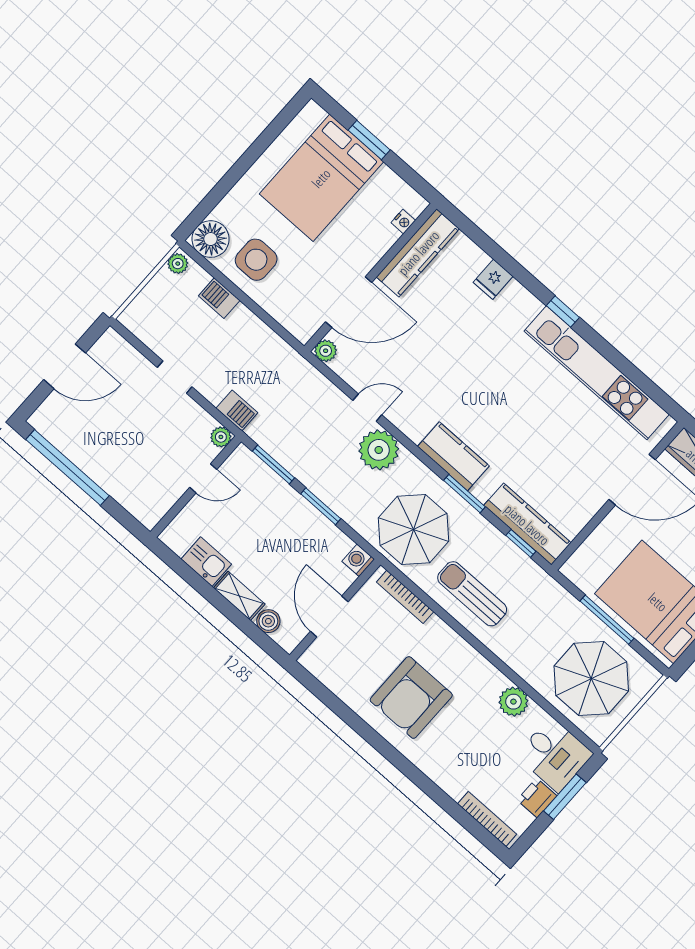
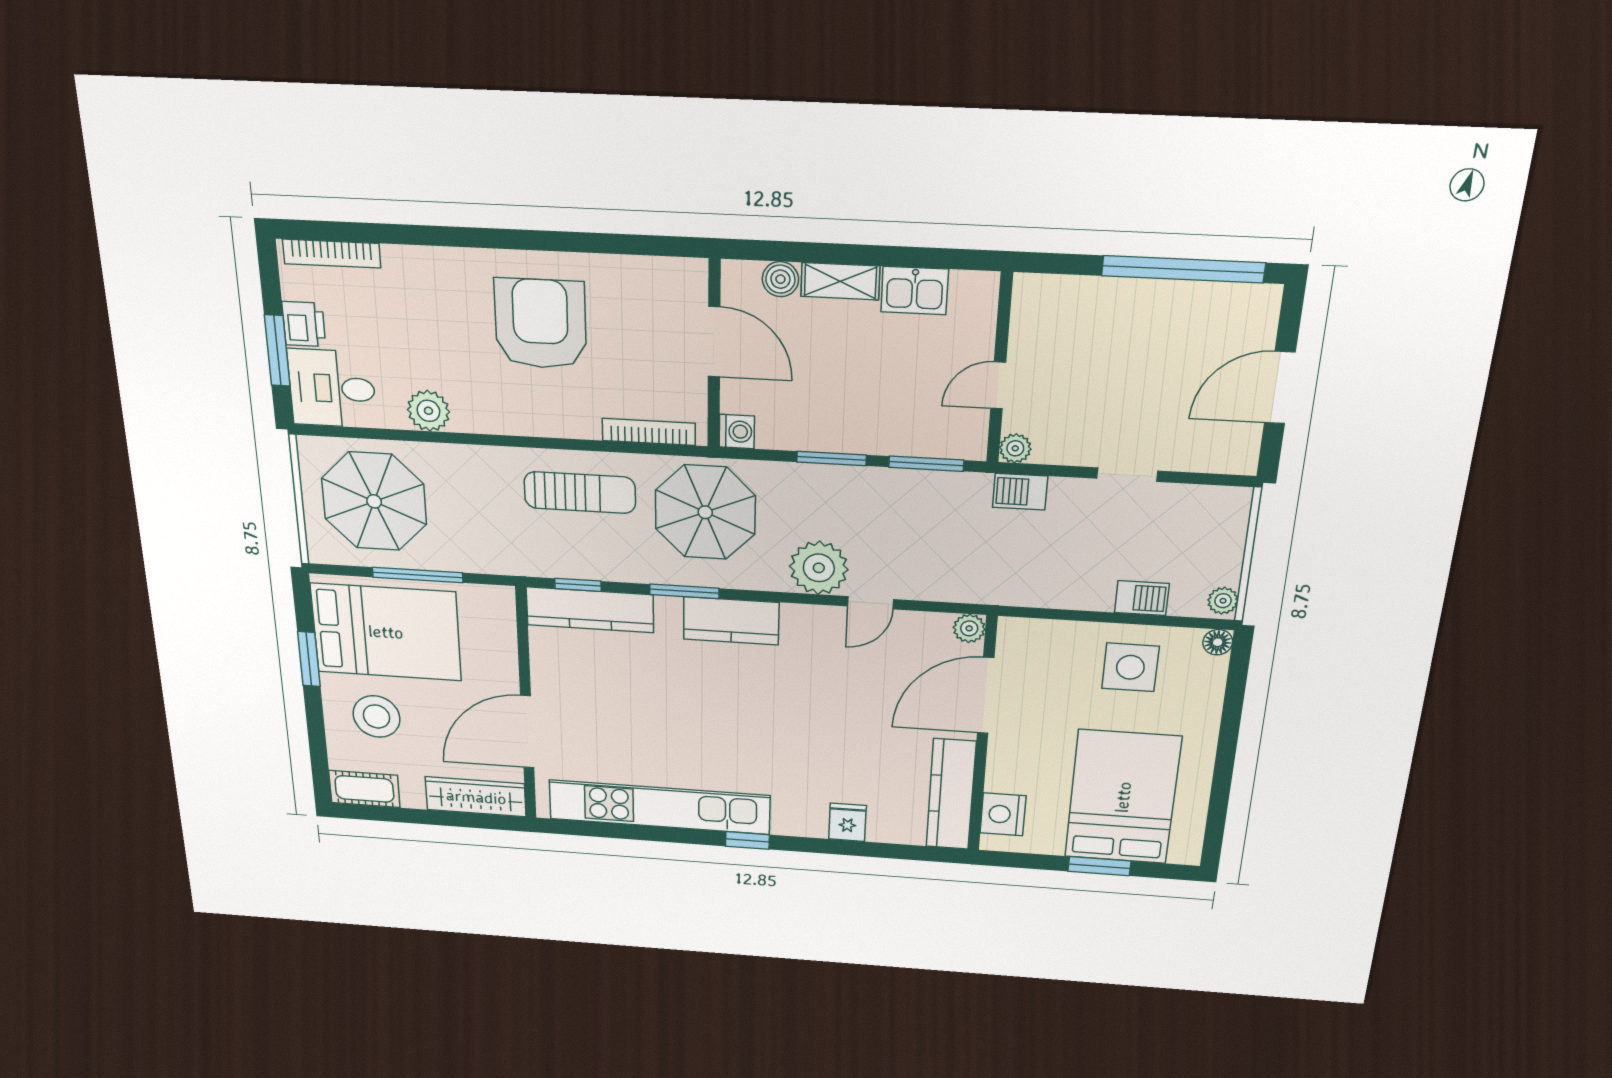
nightstand: (403, 222) -> (1003, 814), width x1.89, depth x1.79
floor lamp: (211, 239) -> (1218, 642), width x0.53, depth x0.53

